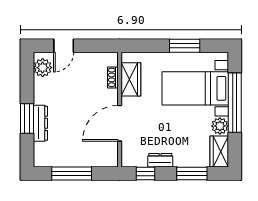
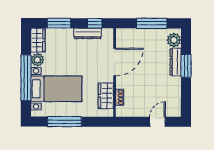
window: (185, 46) -> (64, 122), width x1.44
plant: (43, 68) -> (174, 40), moved
dresser: (160, 160) -> (88, 33), width x1.44

